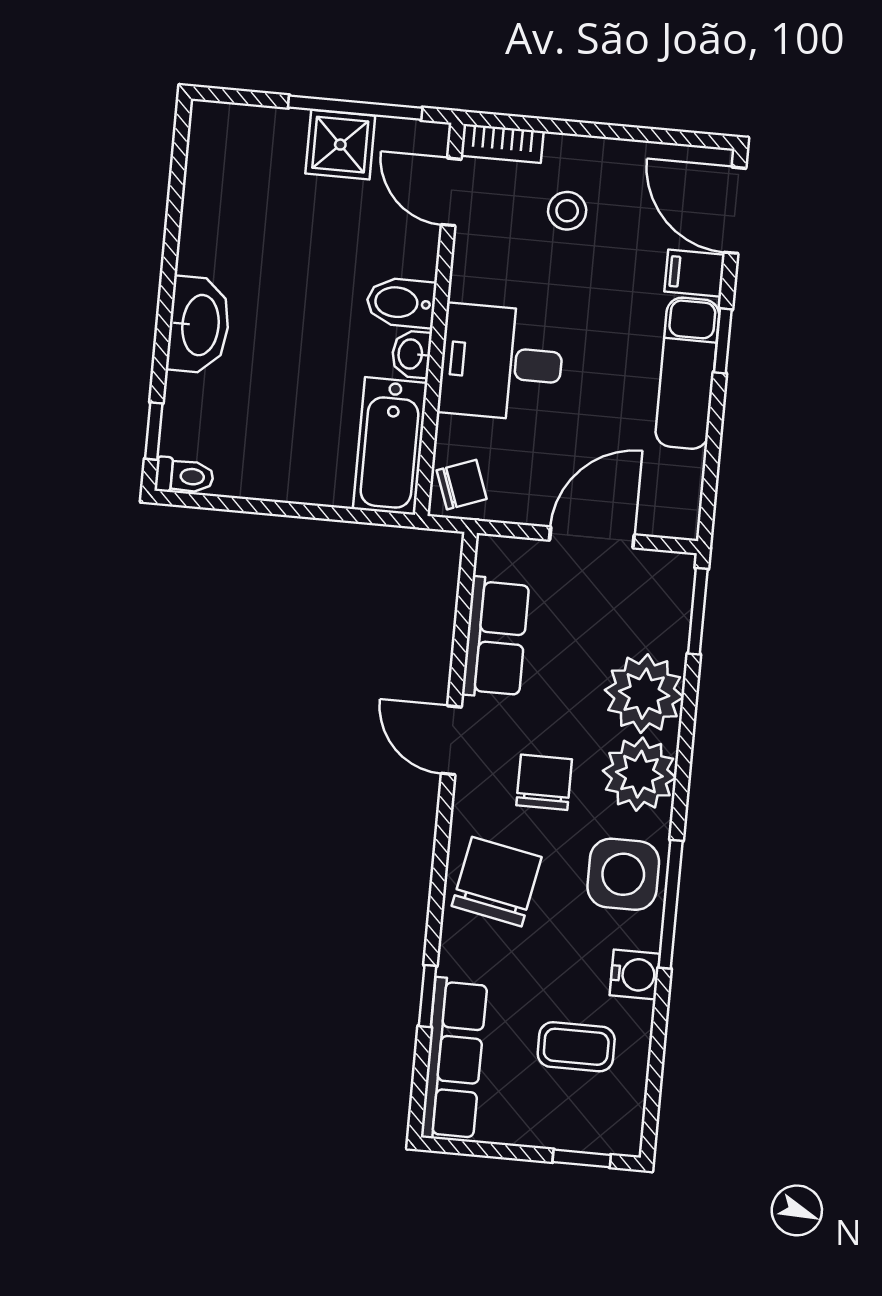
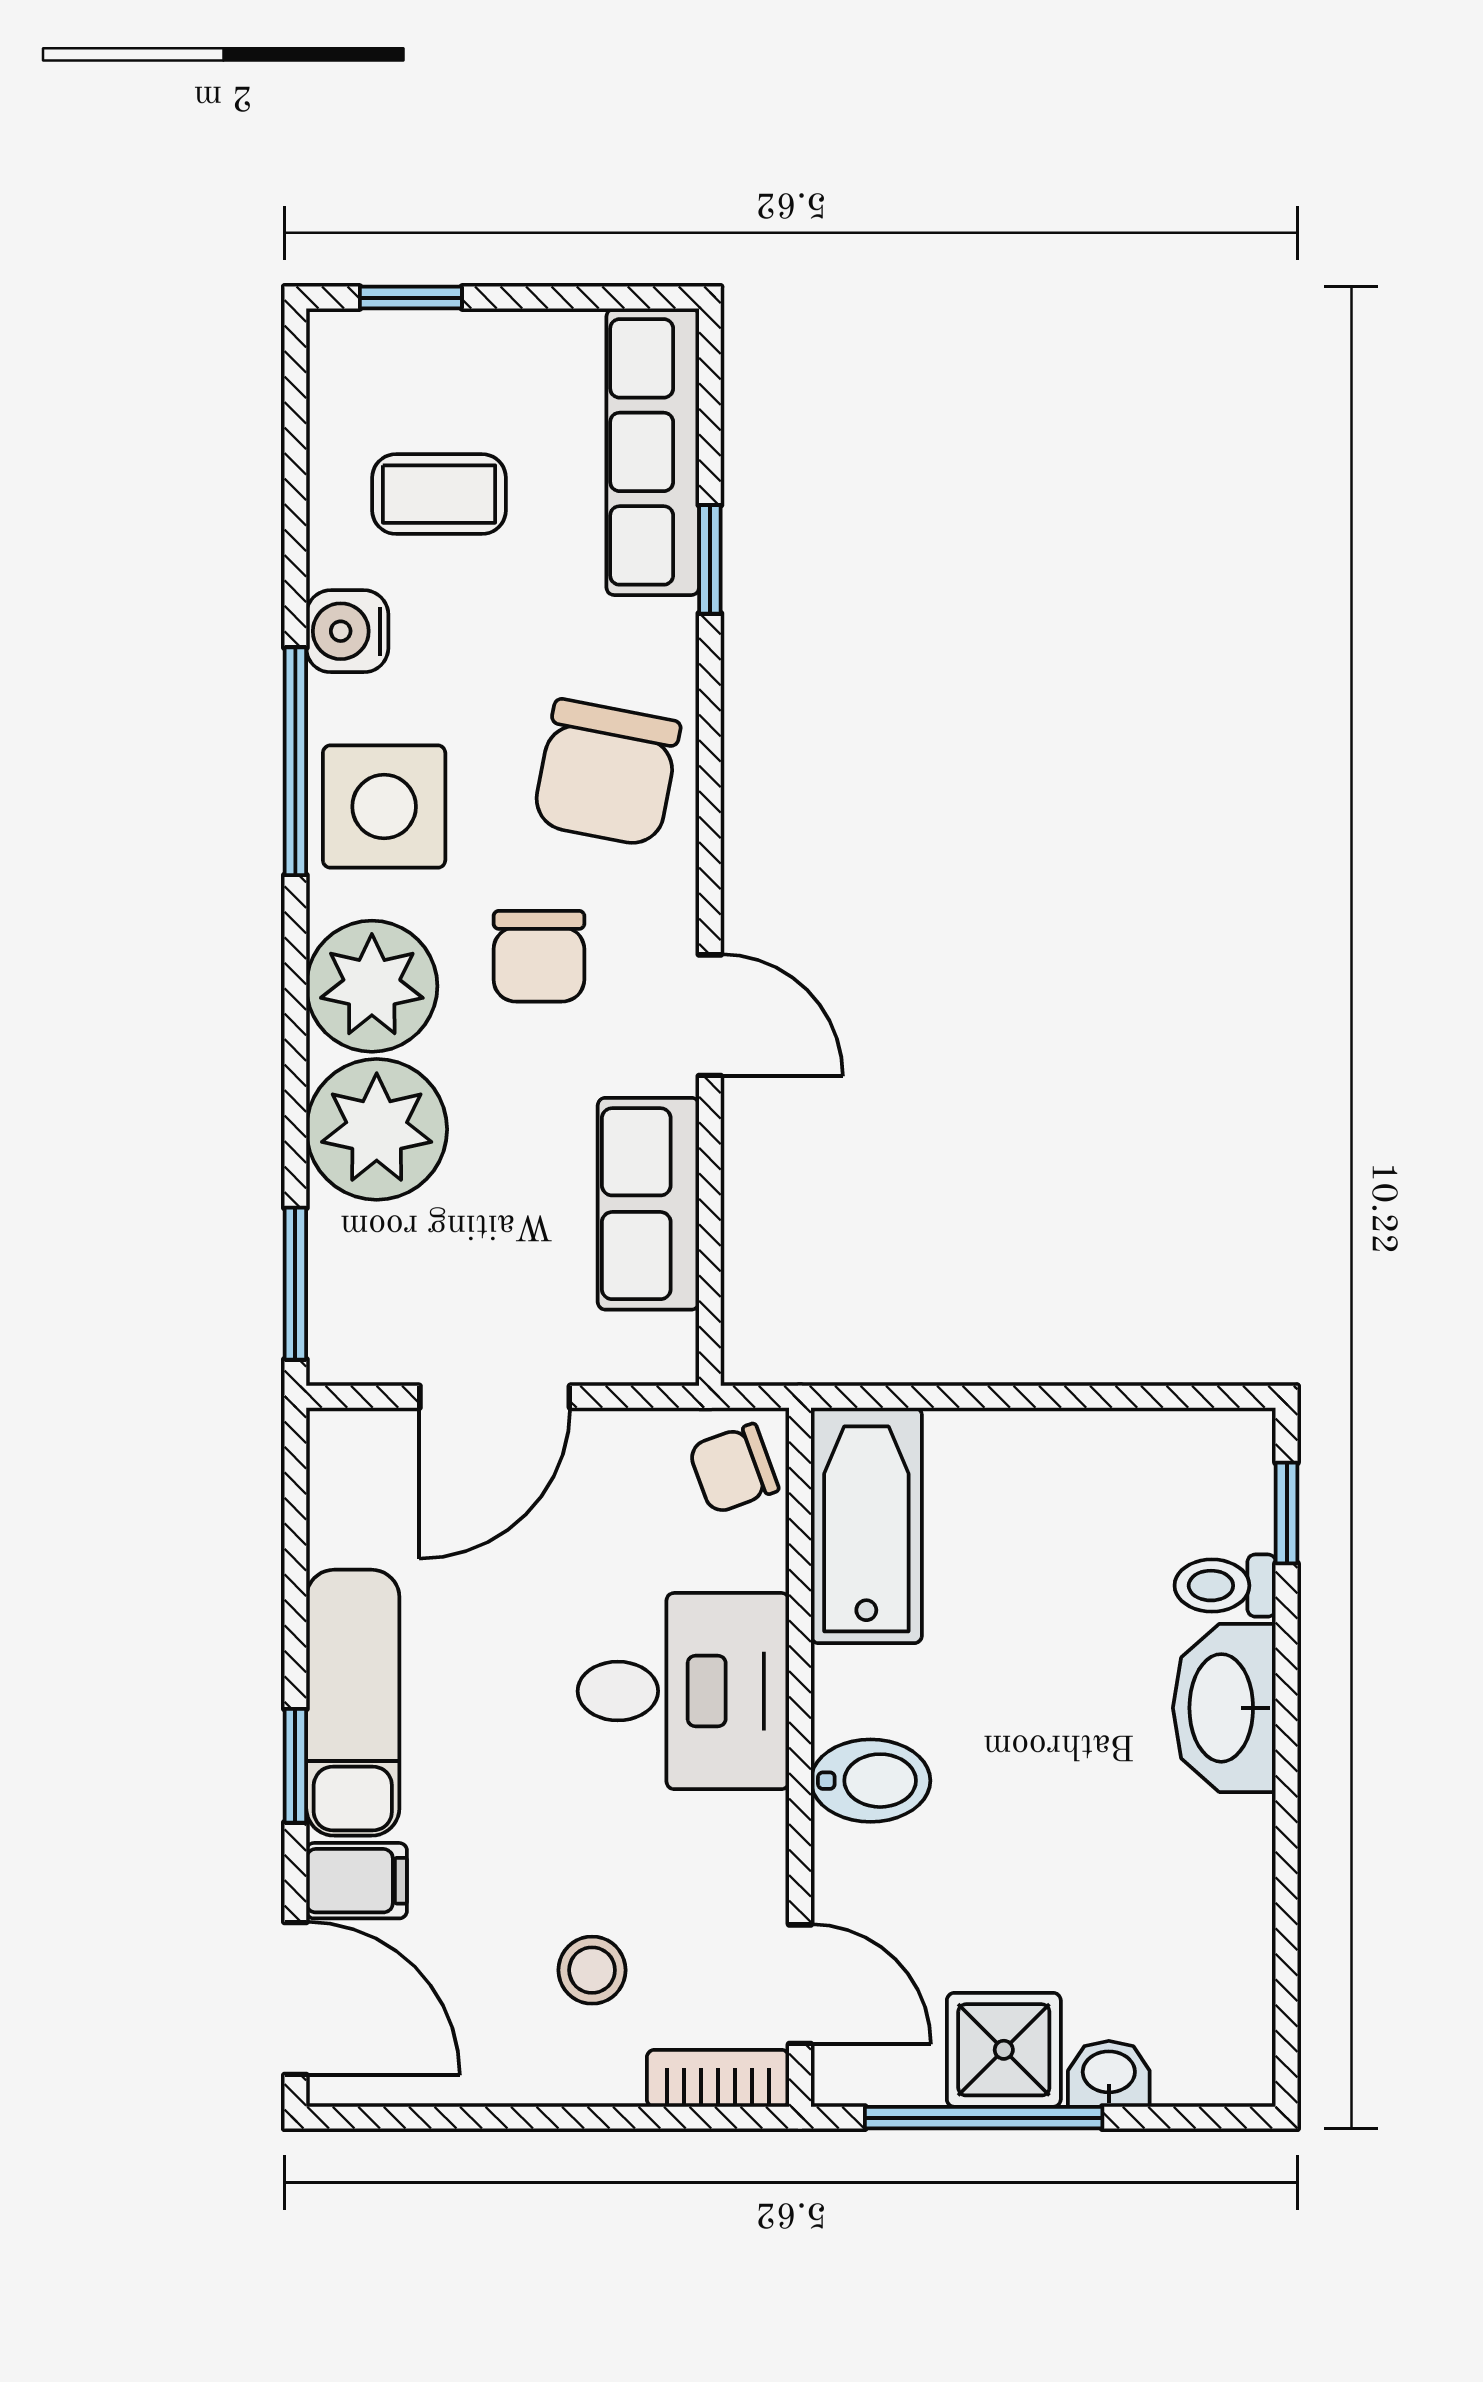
washbasin: (411, 354) -> (1109, 2074), moved, turned -90
toilet: (184, 476) -> (1225, 1586), moved

